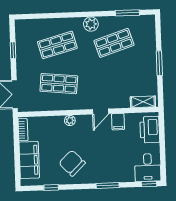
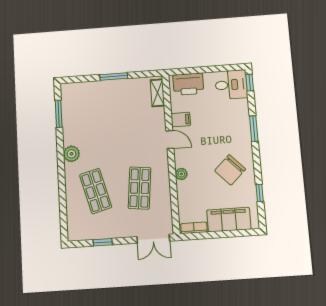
shop shelf: (114, 43) -> (92, 127), removed

